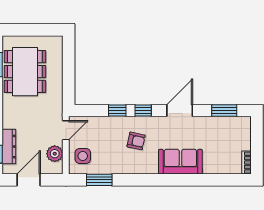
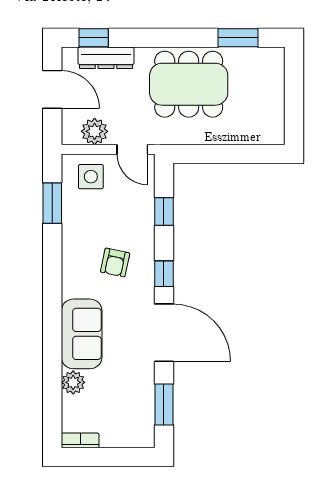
dining table: (25, 72) -> (189, 84), moved
window: (117, 111) -> (164, 211), moved
door: (180, 111) -> (164, 333), width x1.36
plant: (211, 167) -> (73, 382), added

